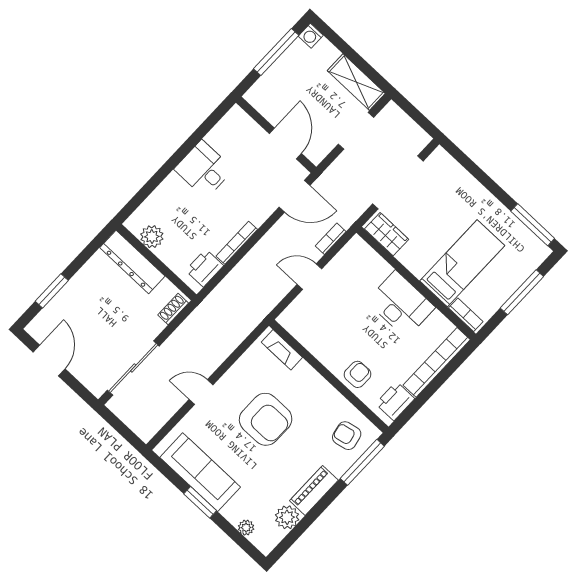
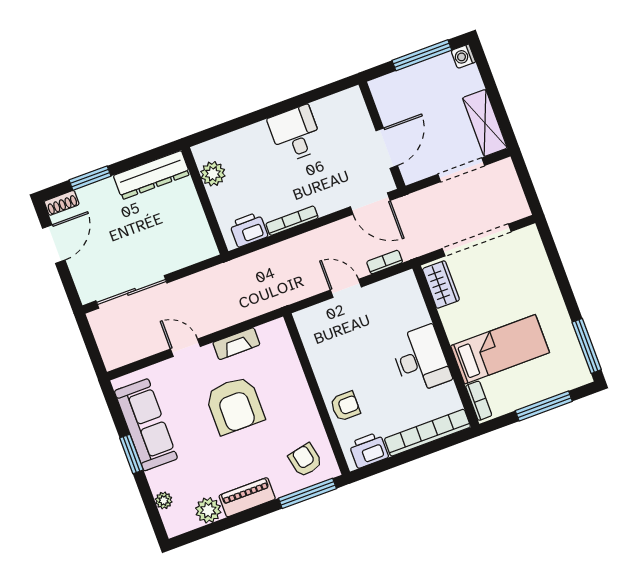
dresser: (132, 262) -> (152, 175), moved, turned -90
shoe rack: (173, 309) -> (62, 203), moved, turned 180
fireplace: (282, 350) -> (236, 344), moved, turned -90

